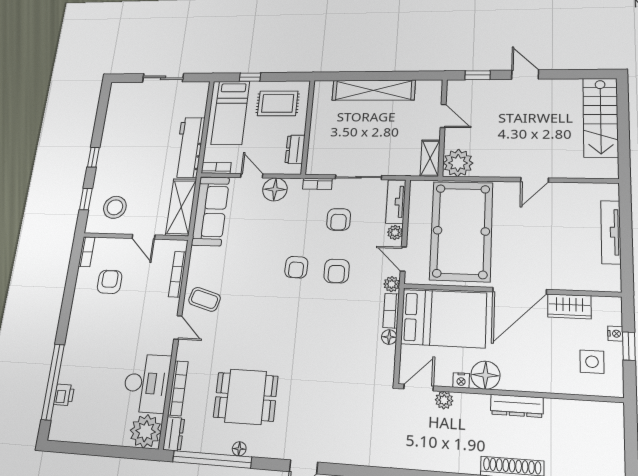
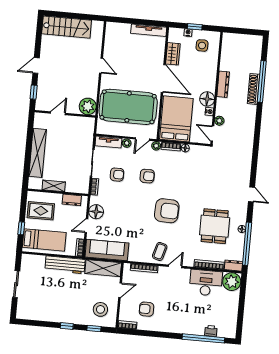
rug: (278, 103) -> (41, 211), turned 90
shelving: (430, 158) -> (54, 186), moved
tv unit: (611, 232) -> (149, 30), moved
armchair: (296, 267) -> (167, 211), moved, width x1.88, depth x1.88

